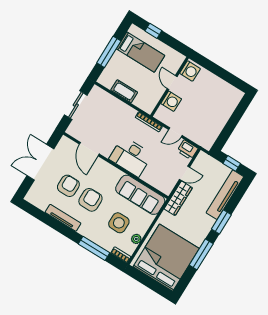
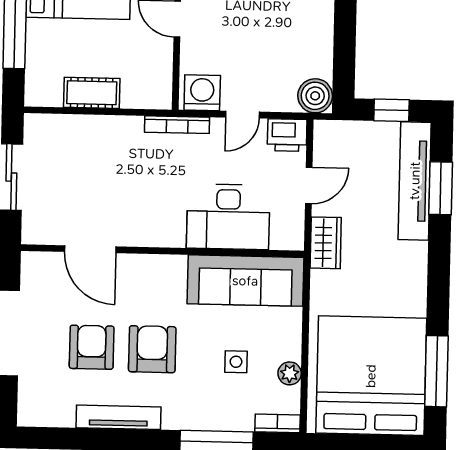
washing machine: (171, 101) -> (202, 93), moved, turned -90
boiler: (207, 141) -> (315, 96), added
desk: (131, 157) -> (228, 217), moved
wardrobe: (178, 198) -> (326, 243), width x0.67
window: (221, 222) -> (441, 188), moved
side table: (119, 223) -> (236, 362), width x0.54, depth x0.54
window: (201, 254) -> (436, 371), moved

